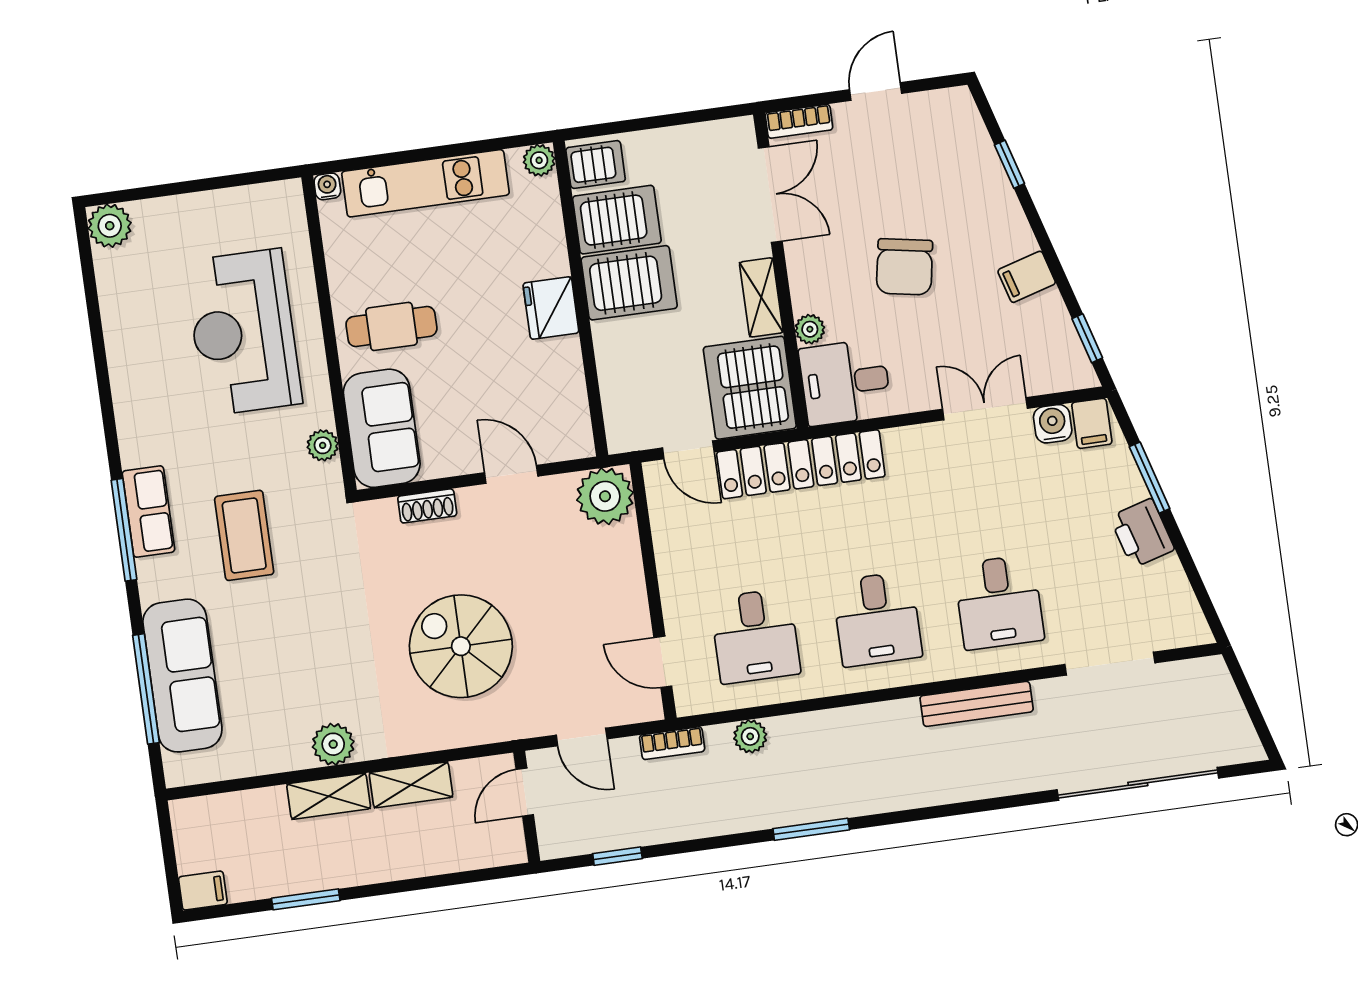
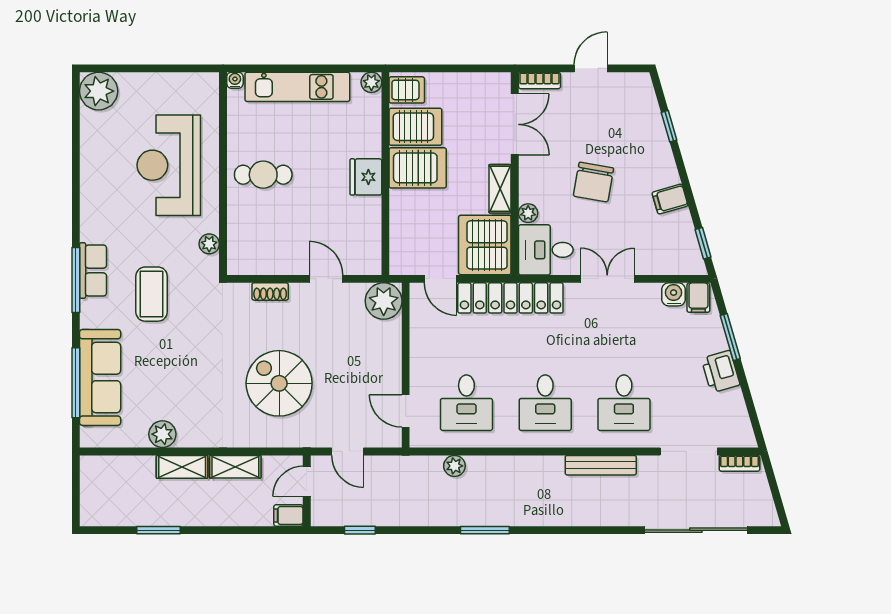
plant: (110, 226) -> (99, 91), width x1.36, depth x1.36
double door: (985, 409) -> (607, 279), moved
sofa: (382, 428) -> (248, 238), removed
bookcase: (672, 743) -> (739, 463), moved
plant: (333, 744) -> (162, 434), moved
filing cabinet: (203, 891) -> (288, 515), moved, turned 180

